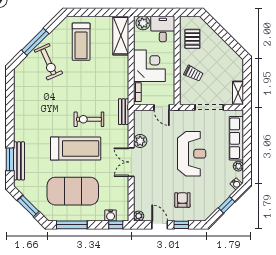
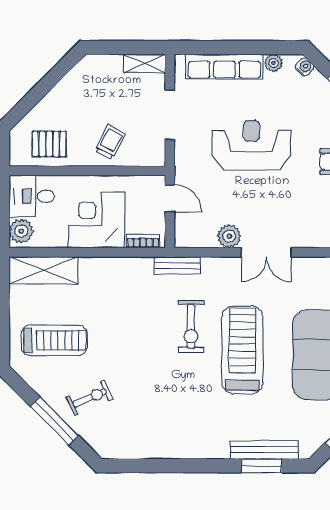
exercise bike: (48, 62) -> (90, 398), width x0.73, depth x0.72
door: (162, 107) -> (170, 198), hinge flipped

